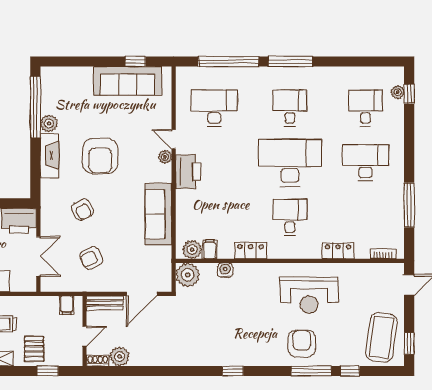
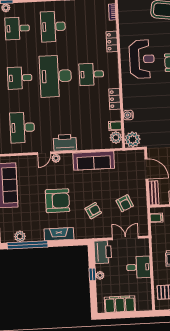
plant: (49, 123) -> (20, 236), moved

